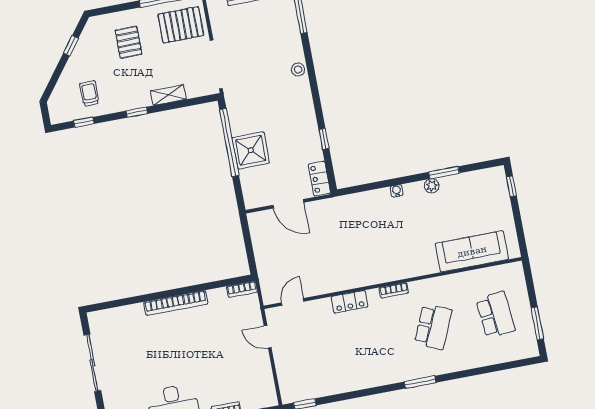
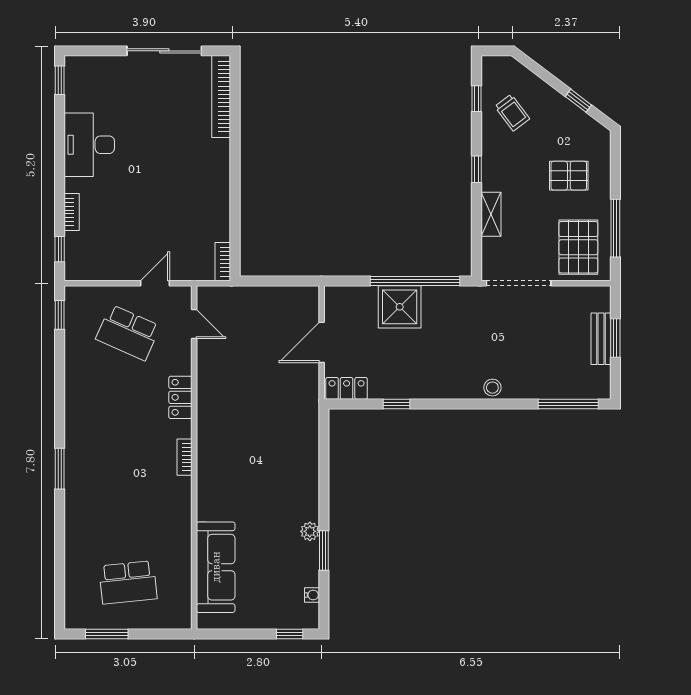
trolley: (89, 93) -> (512, 113), turned 53
water cooler: (397, 191) -> (312, 595), moved
bookcase: (176, 303) -> (221, 97), moved
school desk: (433, 327) -> (128, 333), moved

